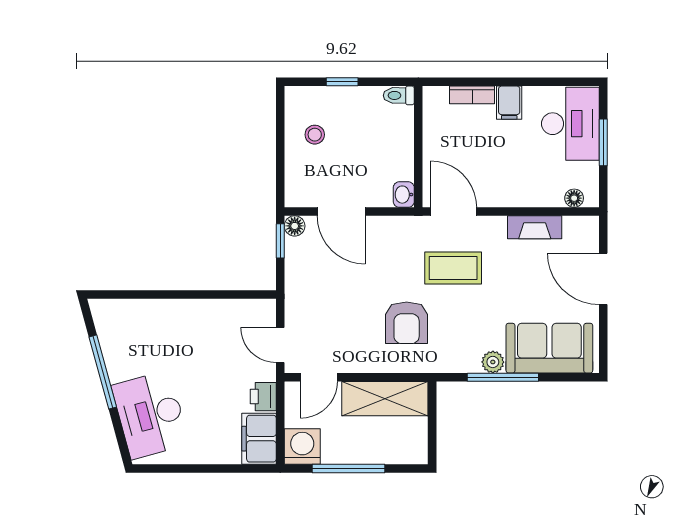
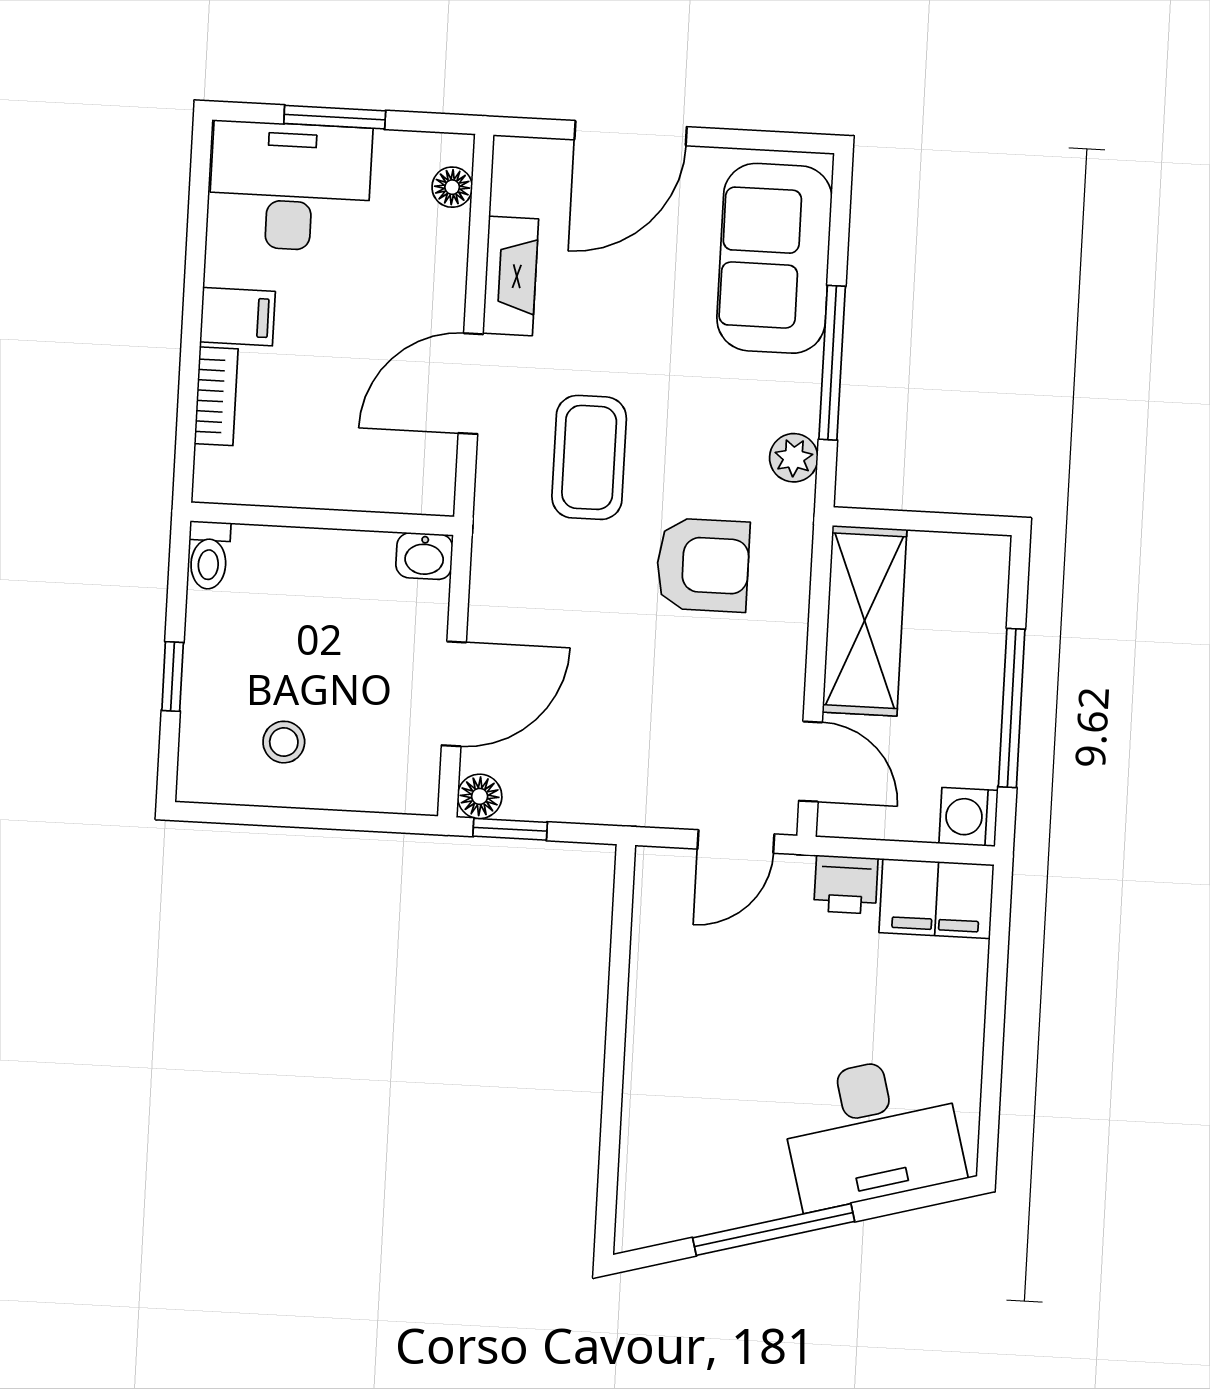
door: (454, 212) -> (471, 384), moved
plant: (493, 362) -> (794, 458), moved
washing machine: (302, 446) -> (969, 817), width x0.73, depth x0.73

